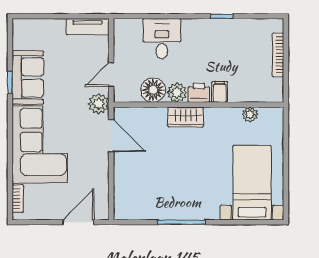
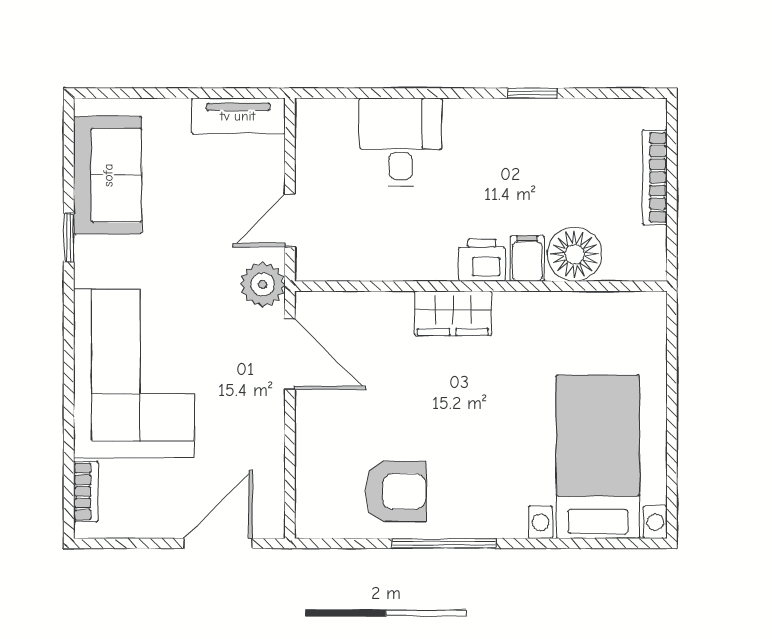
sofa: (28, 77) -> (108, 175), moved
floor lamp: (153, 90) -> (575, 254), moved
plant: (177, 92) -> (434, 260), removed
plant: (250, 114) -> (593, 308), removed
armchair: (160, 198) -> (396, 491), added

